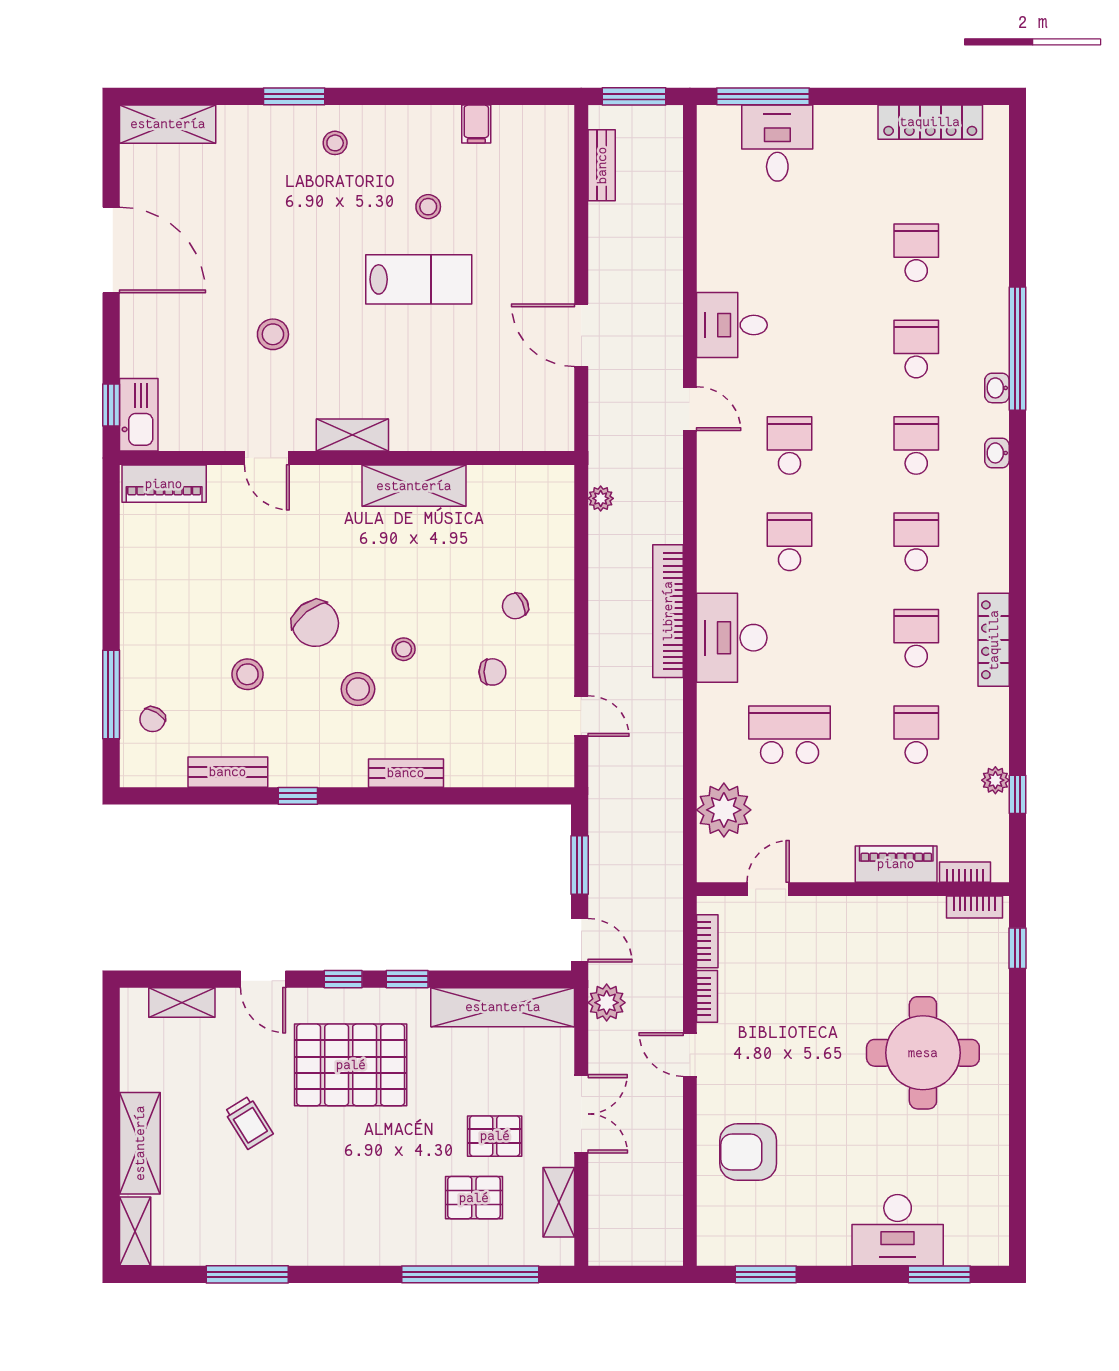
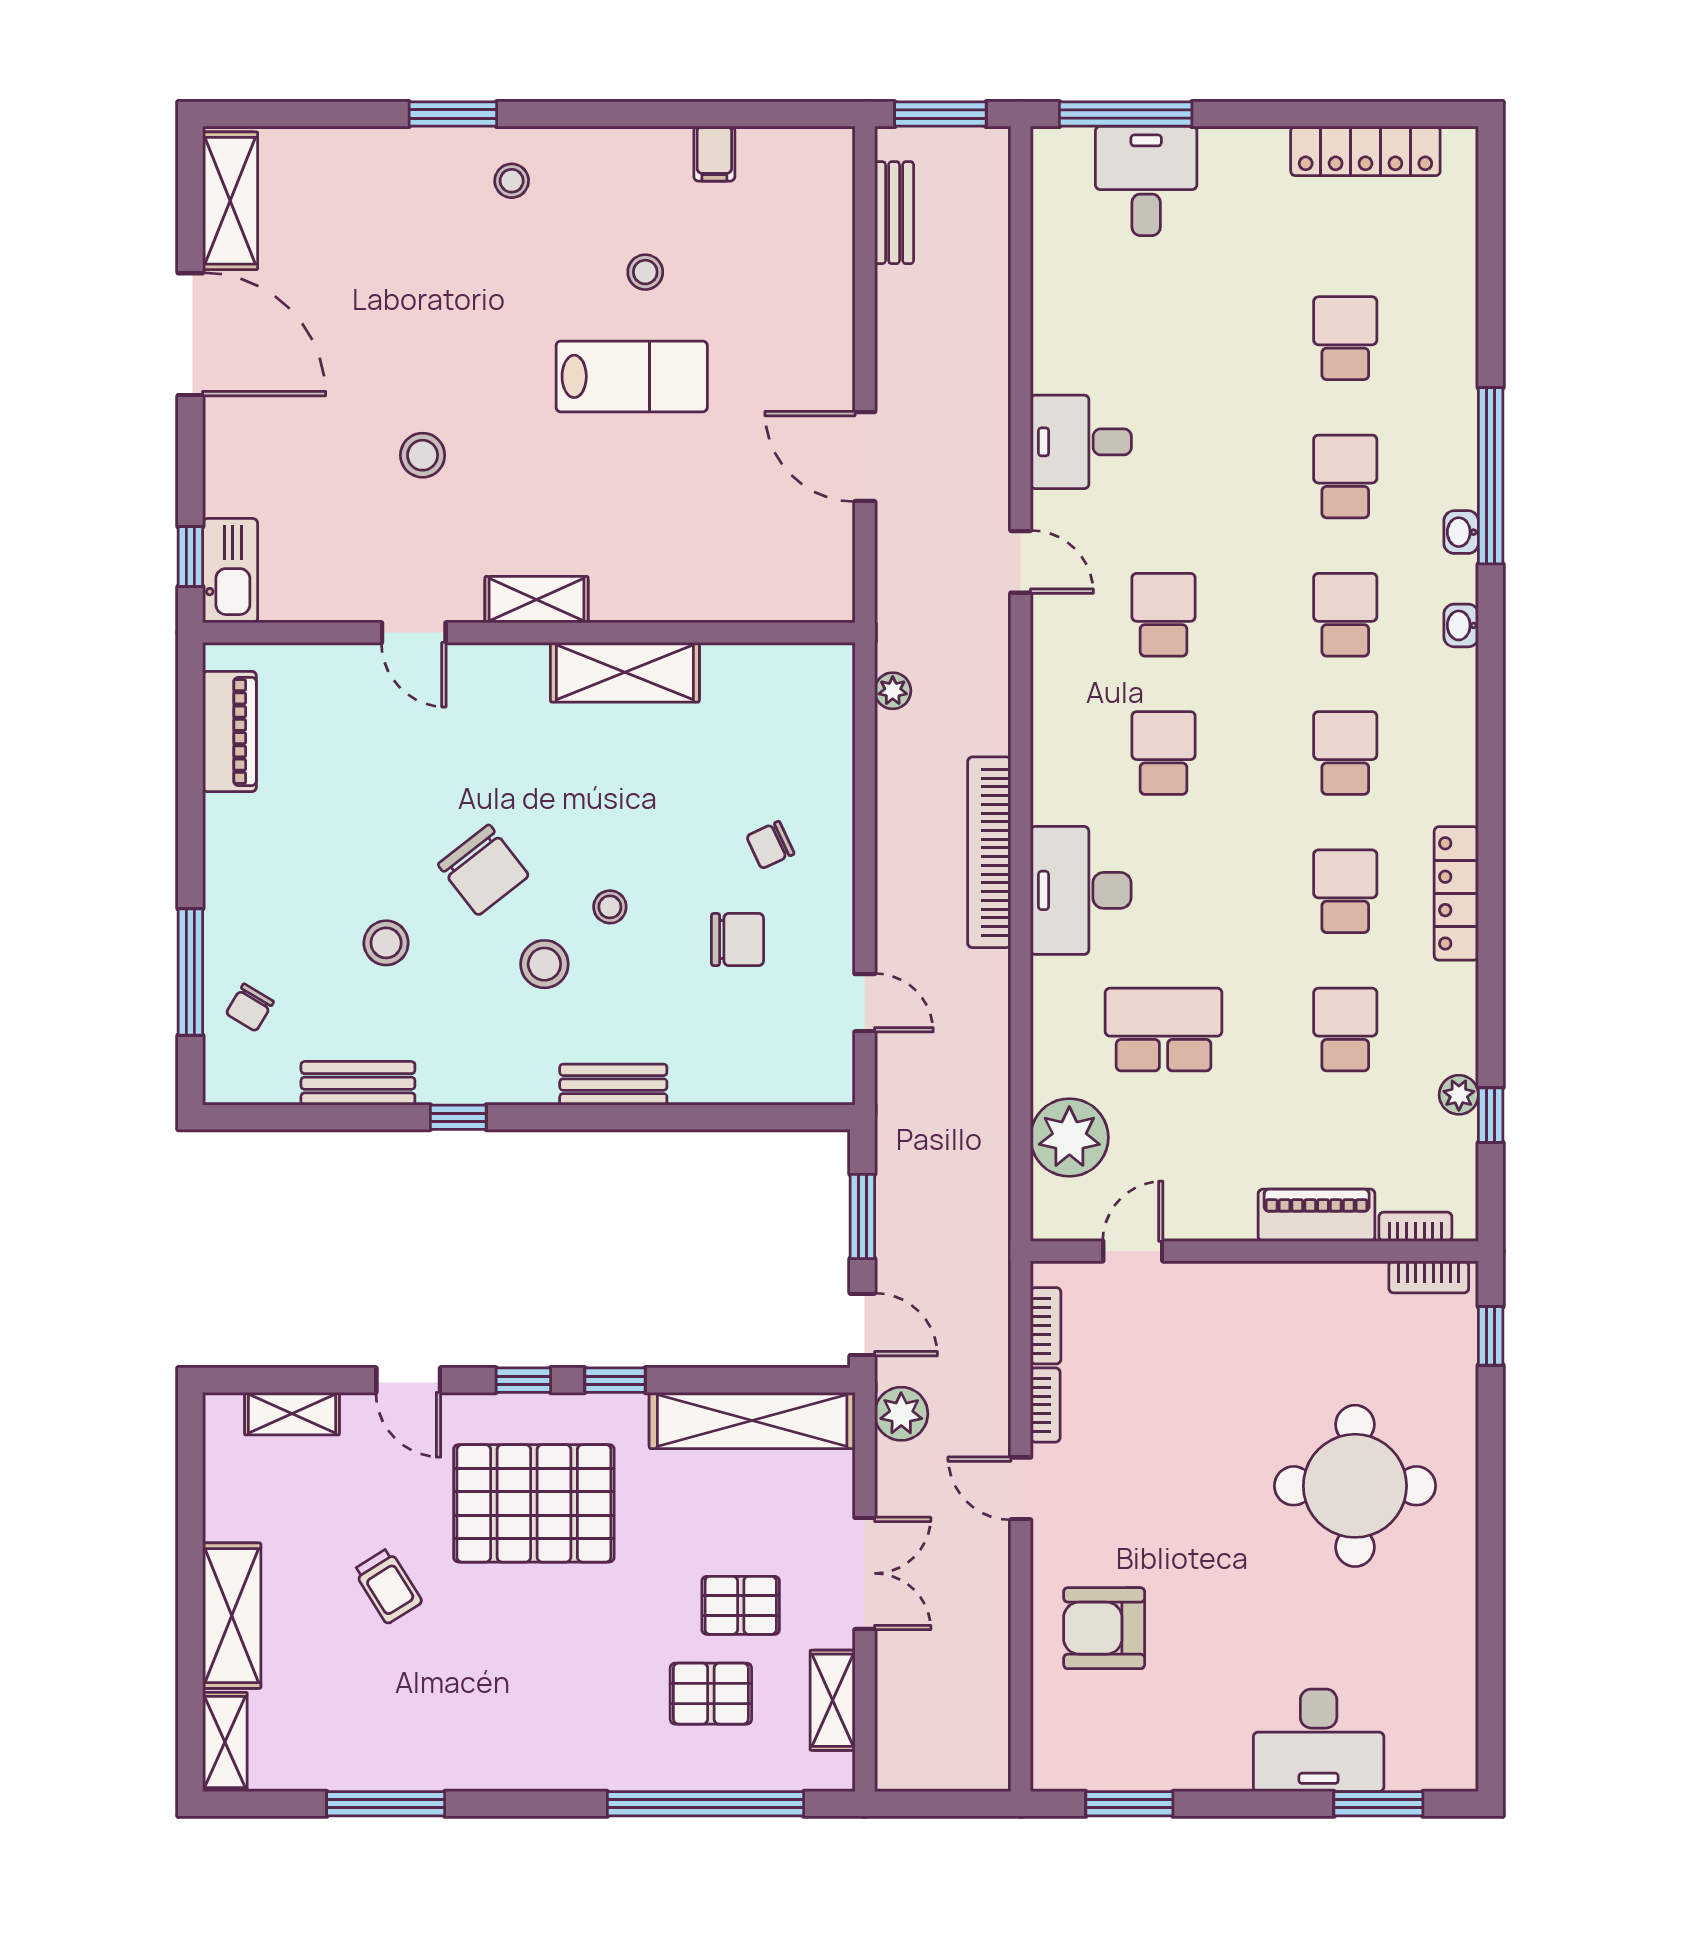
shelving: (168, 124) -> (230, 201), moved, turned 90
piano: (164, 484) -> (230, 731), moved, turned -90
chair: (492, 672) -> (737, 939), width x1.37, depth x1.37

